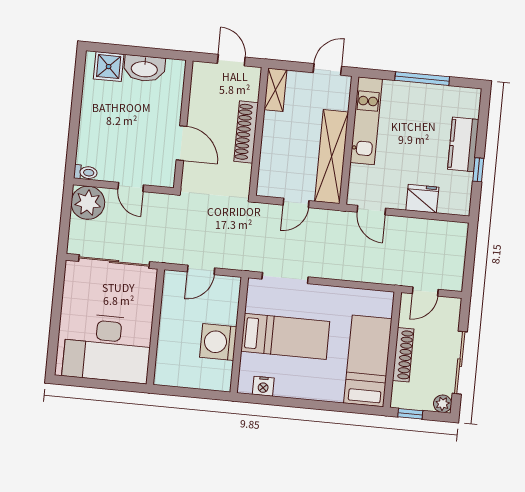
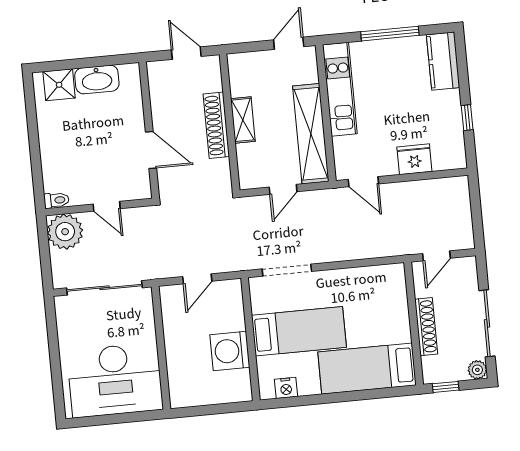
shelving: (275, 90) -> (243, 120), moved
kitchen counter: (463, 144) -> (443, 61), moved
bed: (368, 361) -> (367, 369), moved, turned -90

